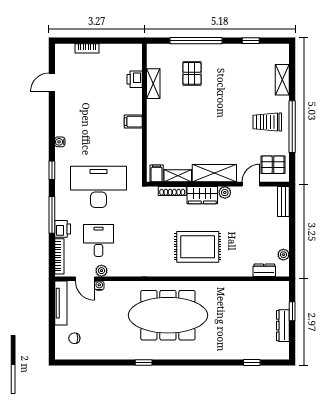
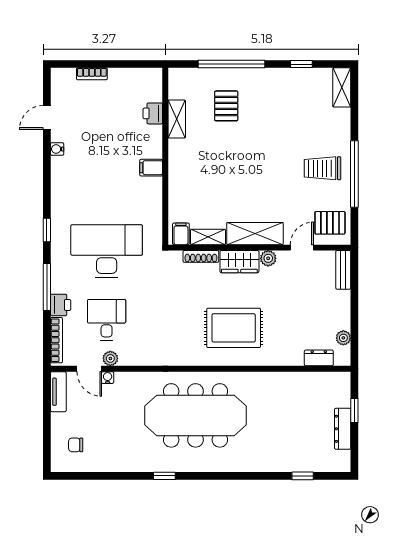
shelving: (282, 80) -> (342, 87), moved
water cooler: (60, 142) -> (57, 149), moved
tv unit: (61, 303) -> (58, 392), width x0.71

